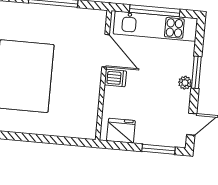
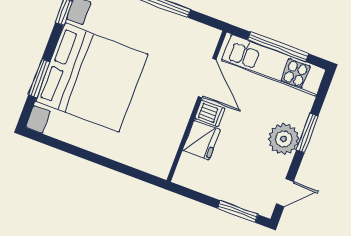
plant: (185, 83) -> (284, 139), width x1.87, depth x1.87
fridge: (121, 131) -> (201, 140), moved, turned 90

